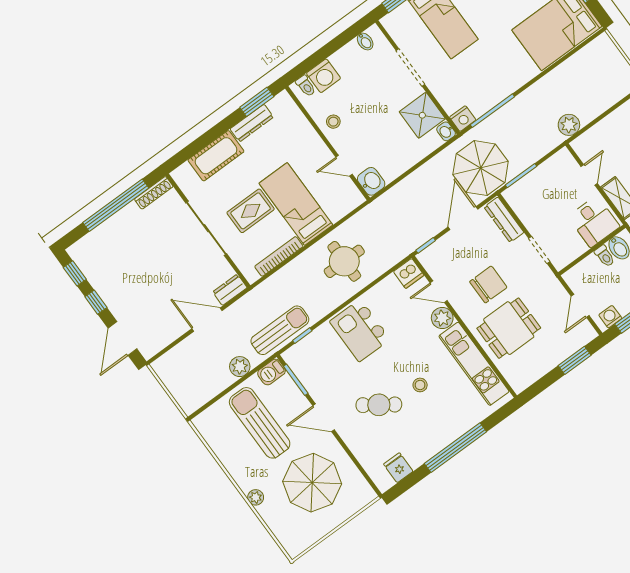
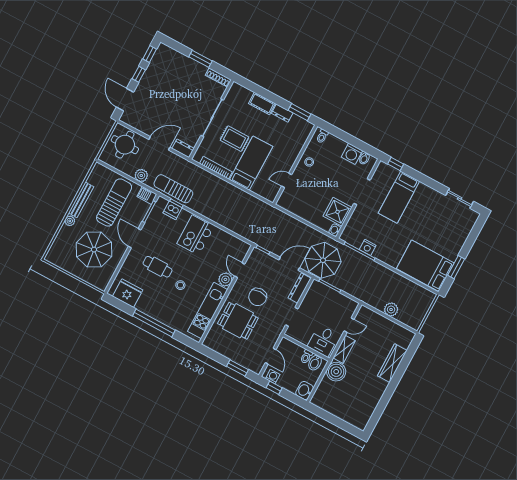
washing machine: (323, 76) -> (352, 154), moved
nightstand: (463, 119) -> (368, 247), moved
dresser: (252, 123) -> (282, 113), width x0.70
plant: (569, 125) -> (391, 310), moved
cot: (216, 156) -> (262, 104), width x0.73, depth x0.75
door: (344, 166) -> (287, 180), hinge flipped
washbasin: (371, 181) -> (285, 200), removed
window: (116, 205) -> (201, 59), width x0.47
round table: (344, 261) -> (125, 145), moved
dishwasher: (409, 273) -> (172, 210), moved
chair: (488, 284) -> (258, 297), turned 90
door: (580, 306) -> (271, 356), swing flipped
door: (207, 320) -> (159, 143), hinge flipped
sun lounger: (280, 330) -> (173, 189), turned 180
door: (122, 338) -> (125, 100), hinge flipped
cafe table: (379, 405) -> (158, 267), turned -35
bench: (234, 468) -> (81, 200), added
fridge: (398, 468) -> (128, 293), width x1.88, depth x1.34

